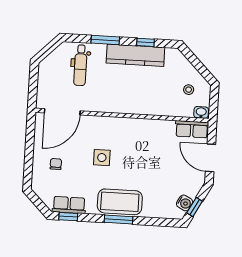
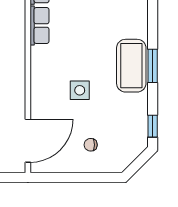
door: (62, 112) -> (28, 141), hinge flipped
row of seats: (69, 205) -> (39, 25), moved, turned 180

